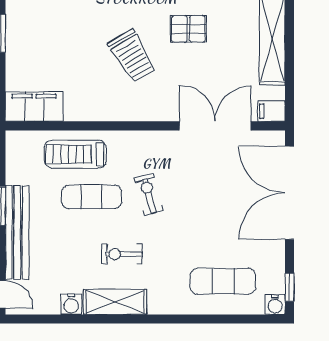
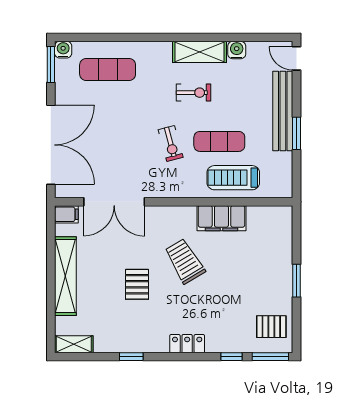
pallet: (188, 29) -> (137, 284), turned 90
filing cabinet: (34, 107) -> (221, 218), moved
treadmill: (75, 154) -> (233, 178), turned 180
window: (289, 287) -> (51, 65), width x1.50

